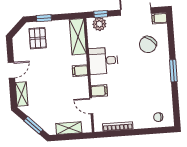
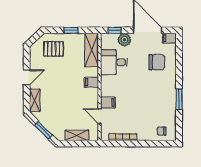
window: (44, 18) -> (71, 30), moved
plant: (99, 24) -> (124, 40), moved
pallet: (38, 38) -> (54, 49), turned 90
chair: (148, 44) -> (157, 62), turned -127
desk: (103, 61) -> (114, 62), moved
window: (173, 71) -> (179, 99), moved

